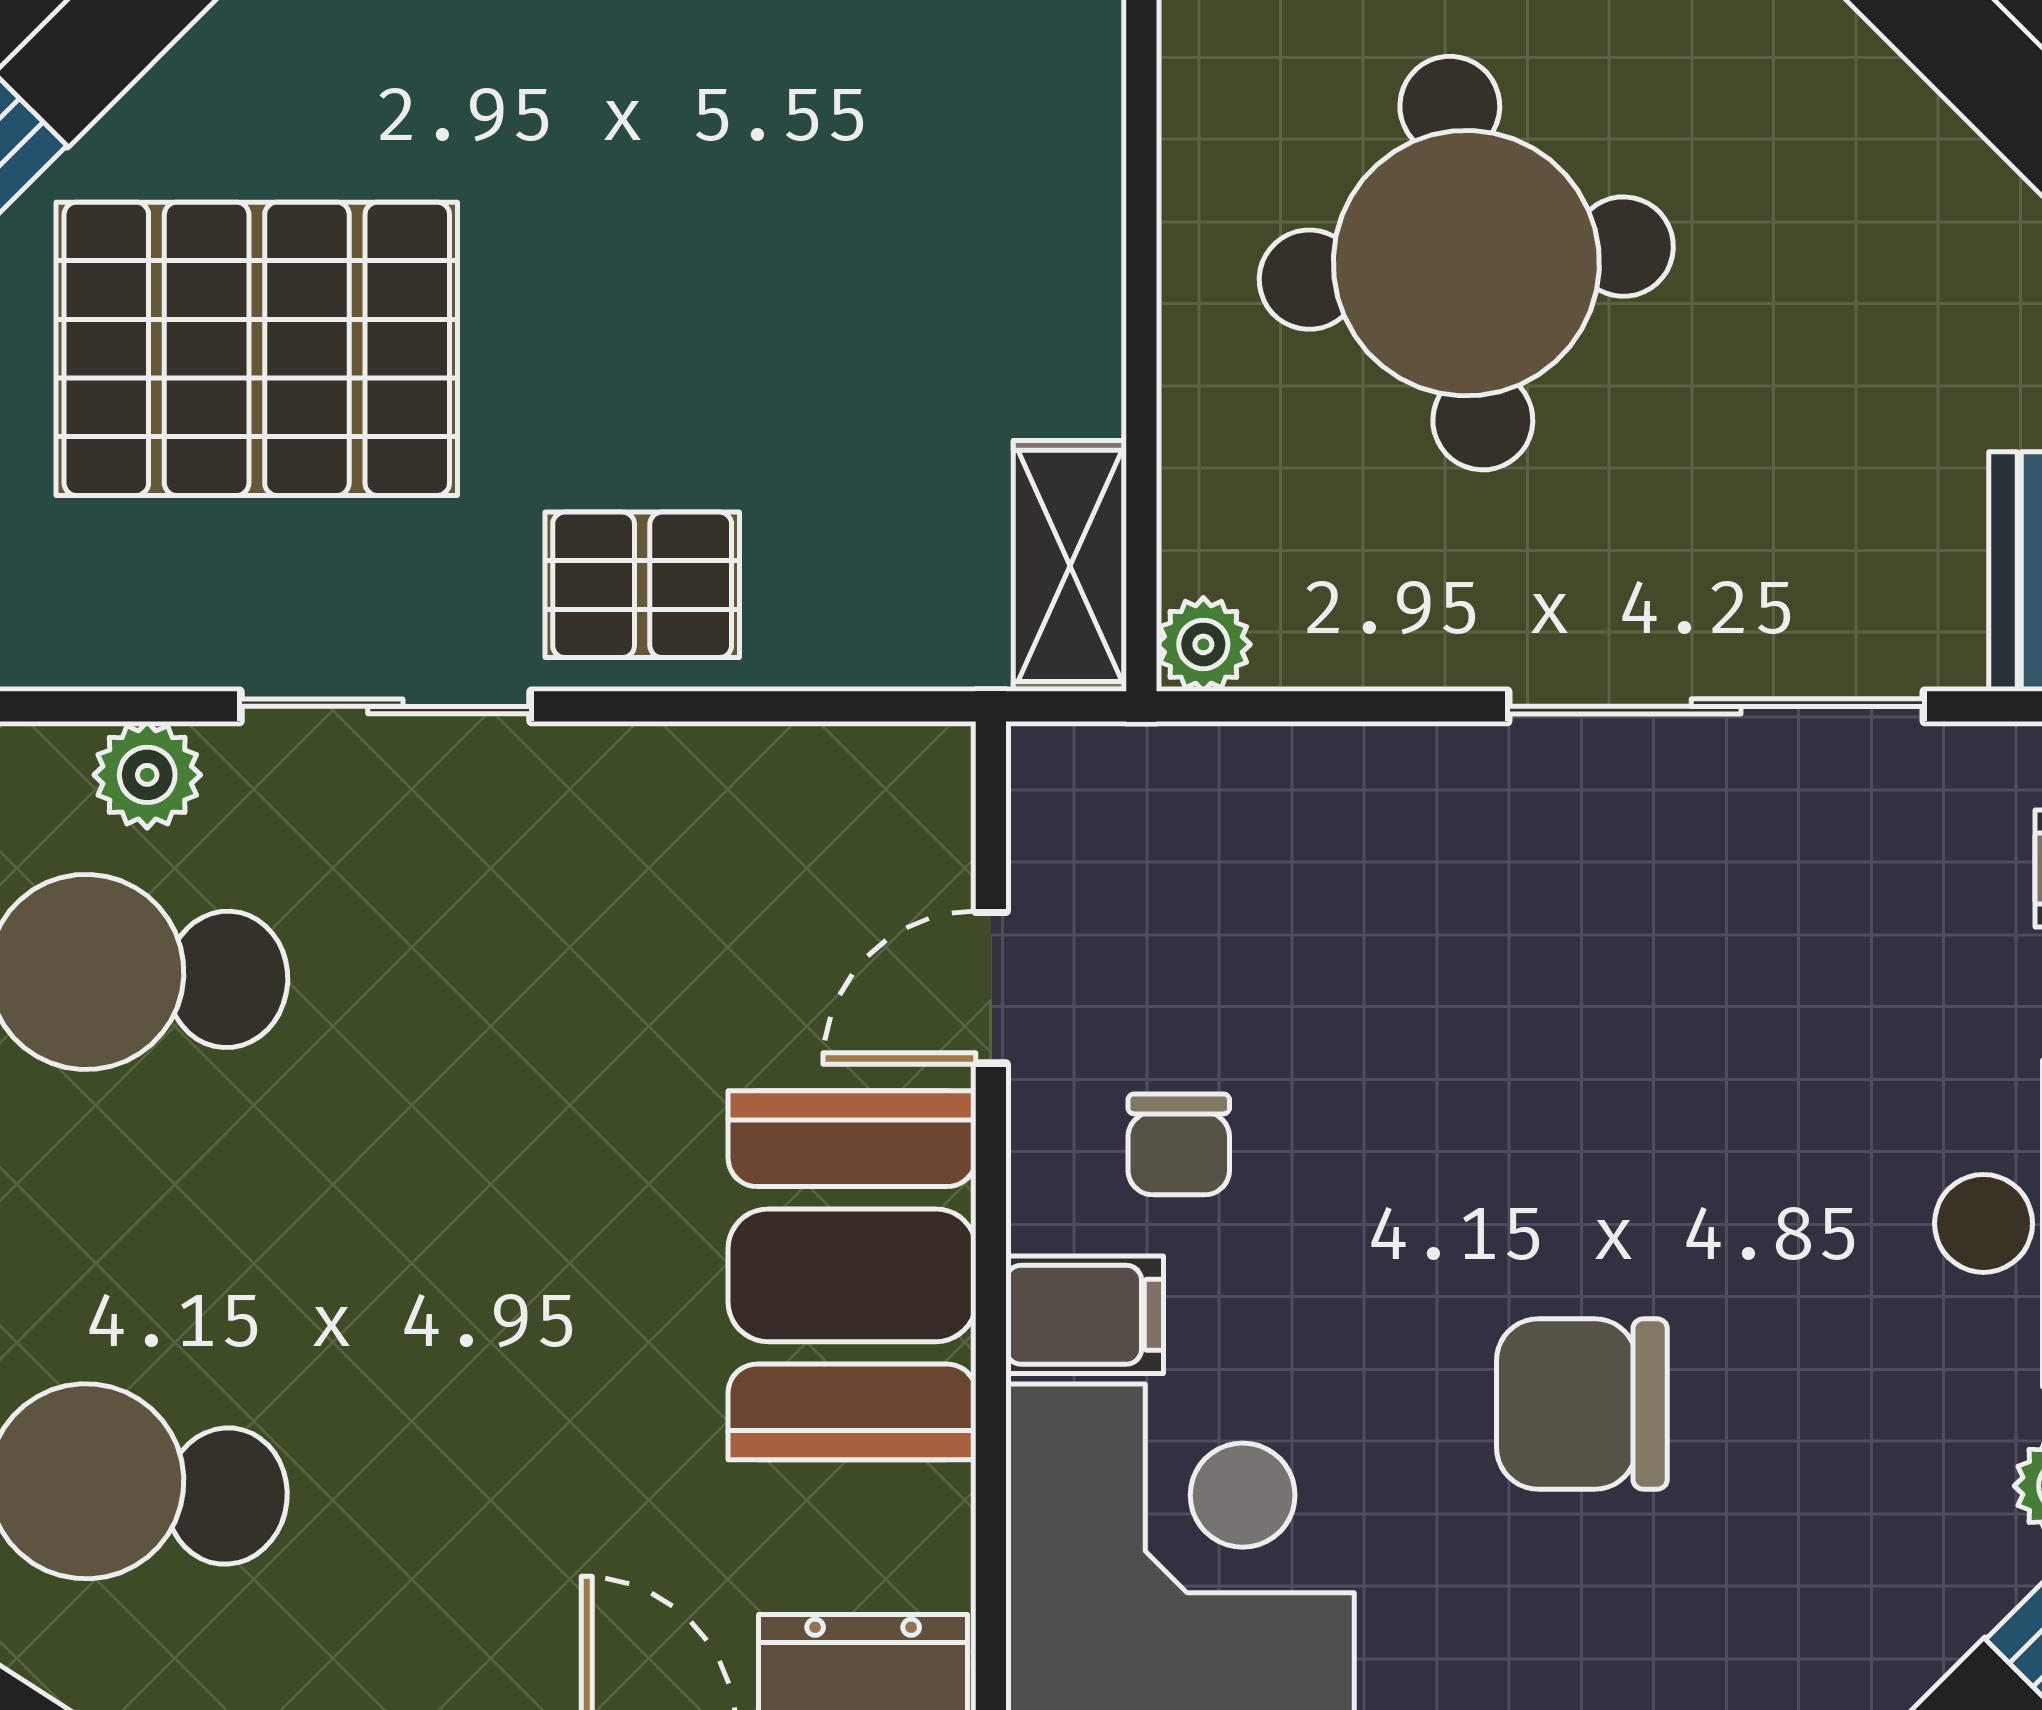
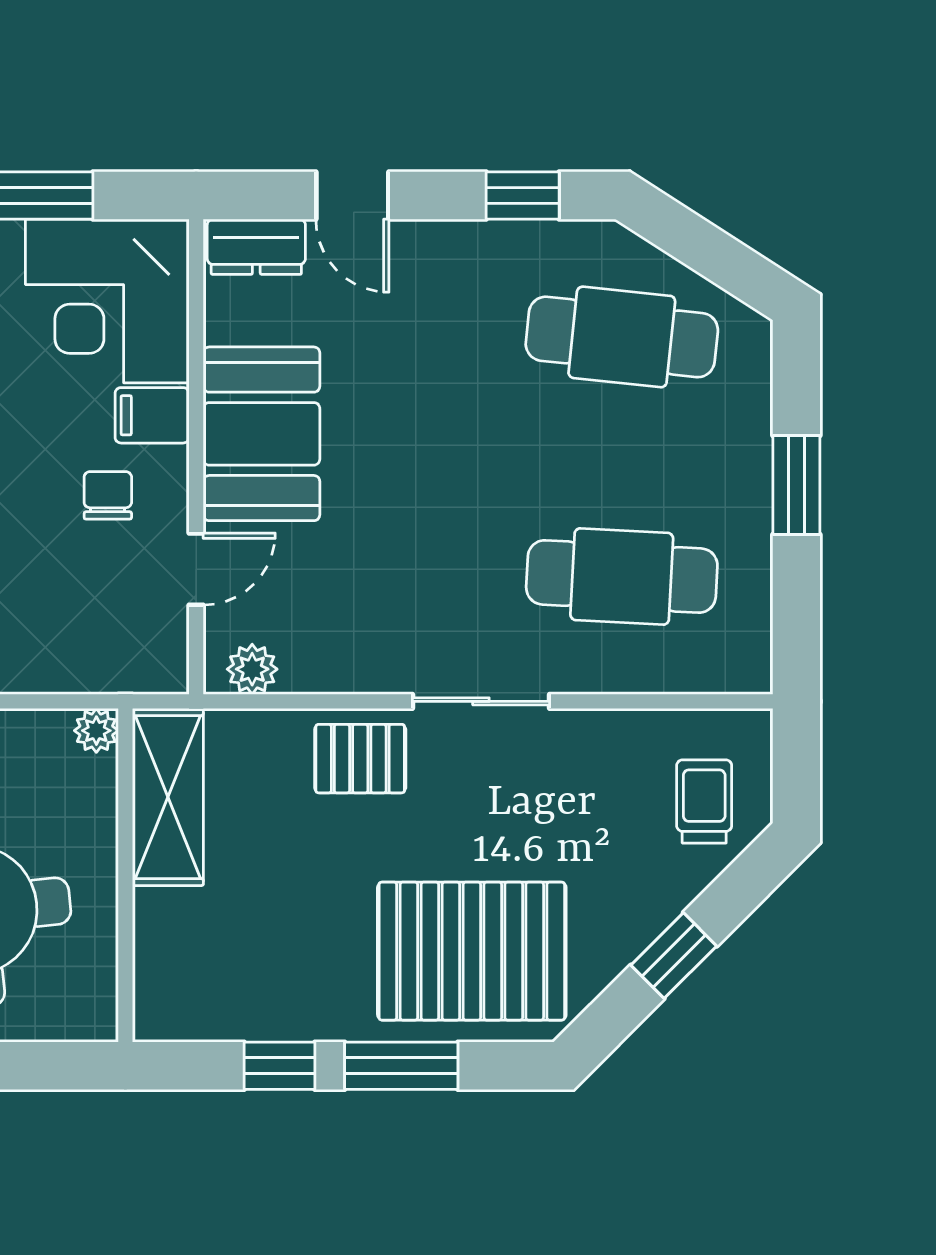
pallet: (257, 349) -> (472, 951), moved
shelving: (1070, 566) -> (168, 797), width x1.50, depth x1.33
plant: (147, 775) -> (252, 669), moved

